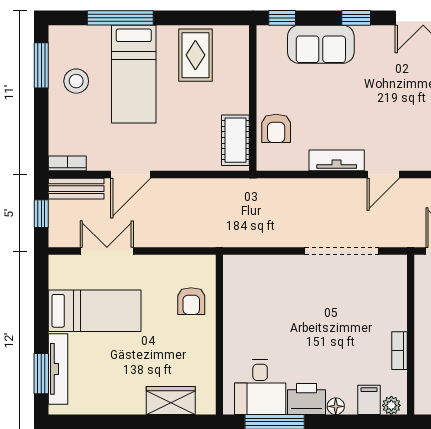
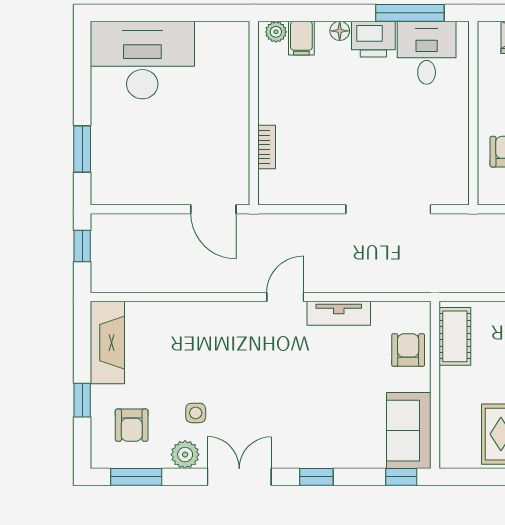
sofa: (321, 44) -> (409, 431), moved, turned -90
doorway: (342, 251) -> (388, 209), moved
bookcase: (399, 351) -> (267, 147), moved

